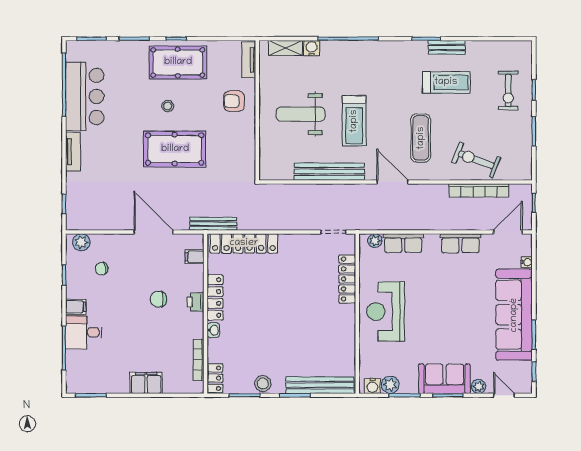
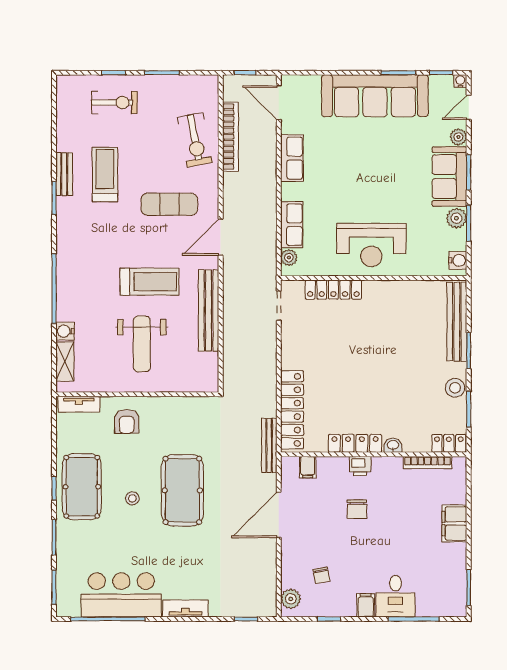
exercise bike: (476, 160) -> (195, 140), turned -32
water cooler: (527, 262) -> (460, 81), moved
plant: (390, 385) -> (456, 218), moved

